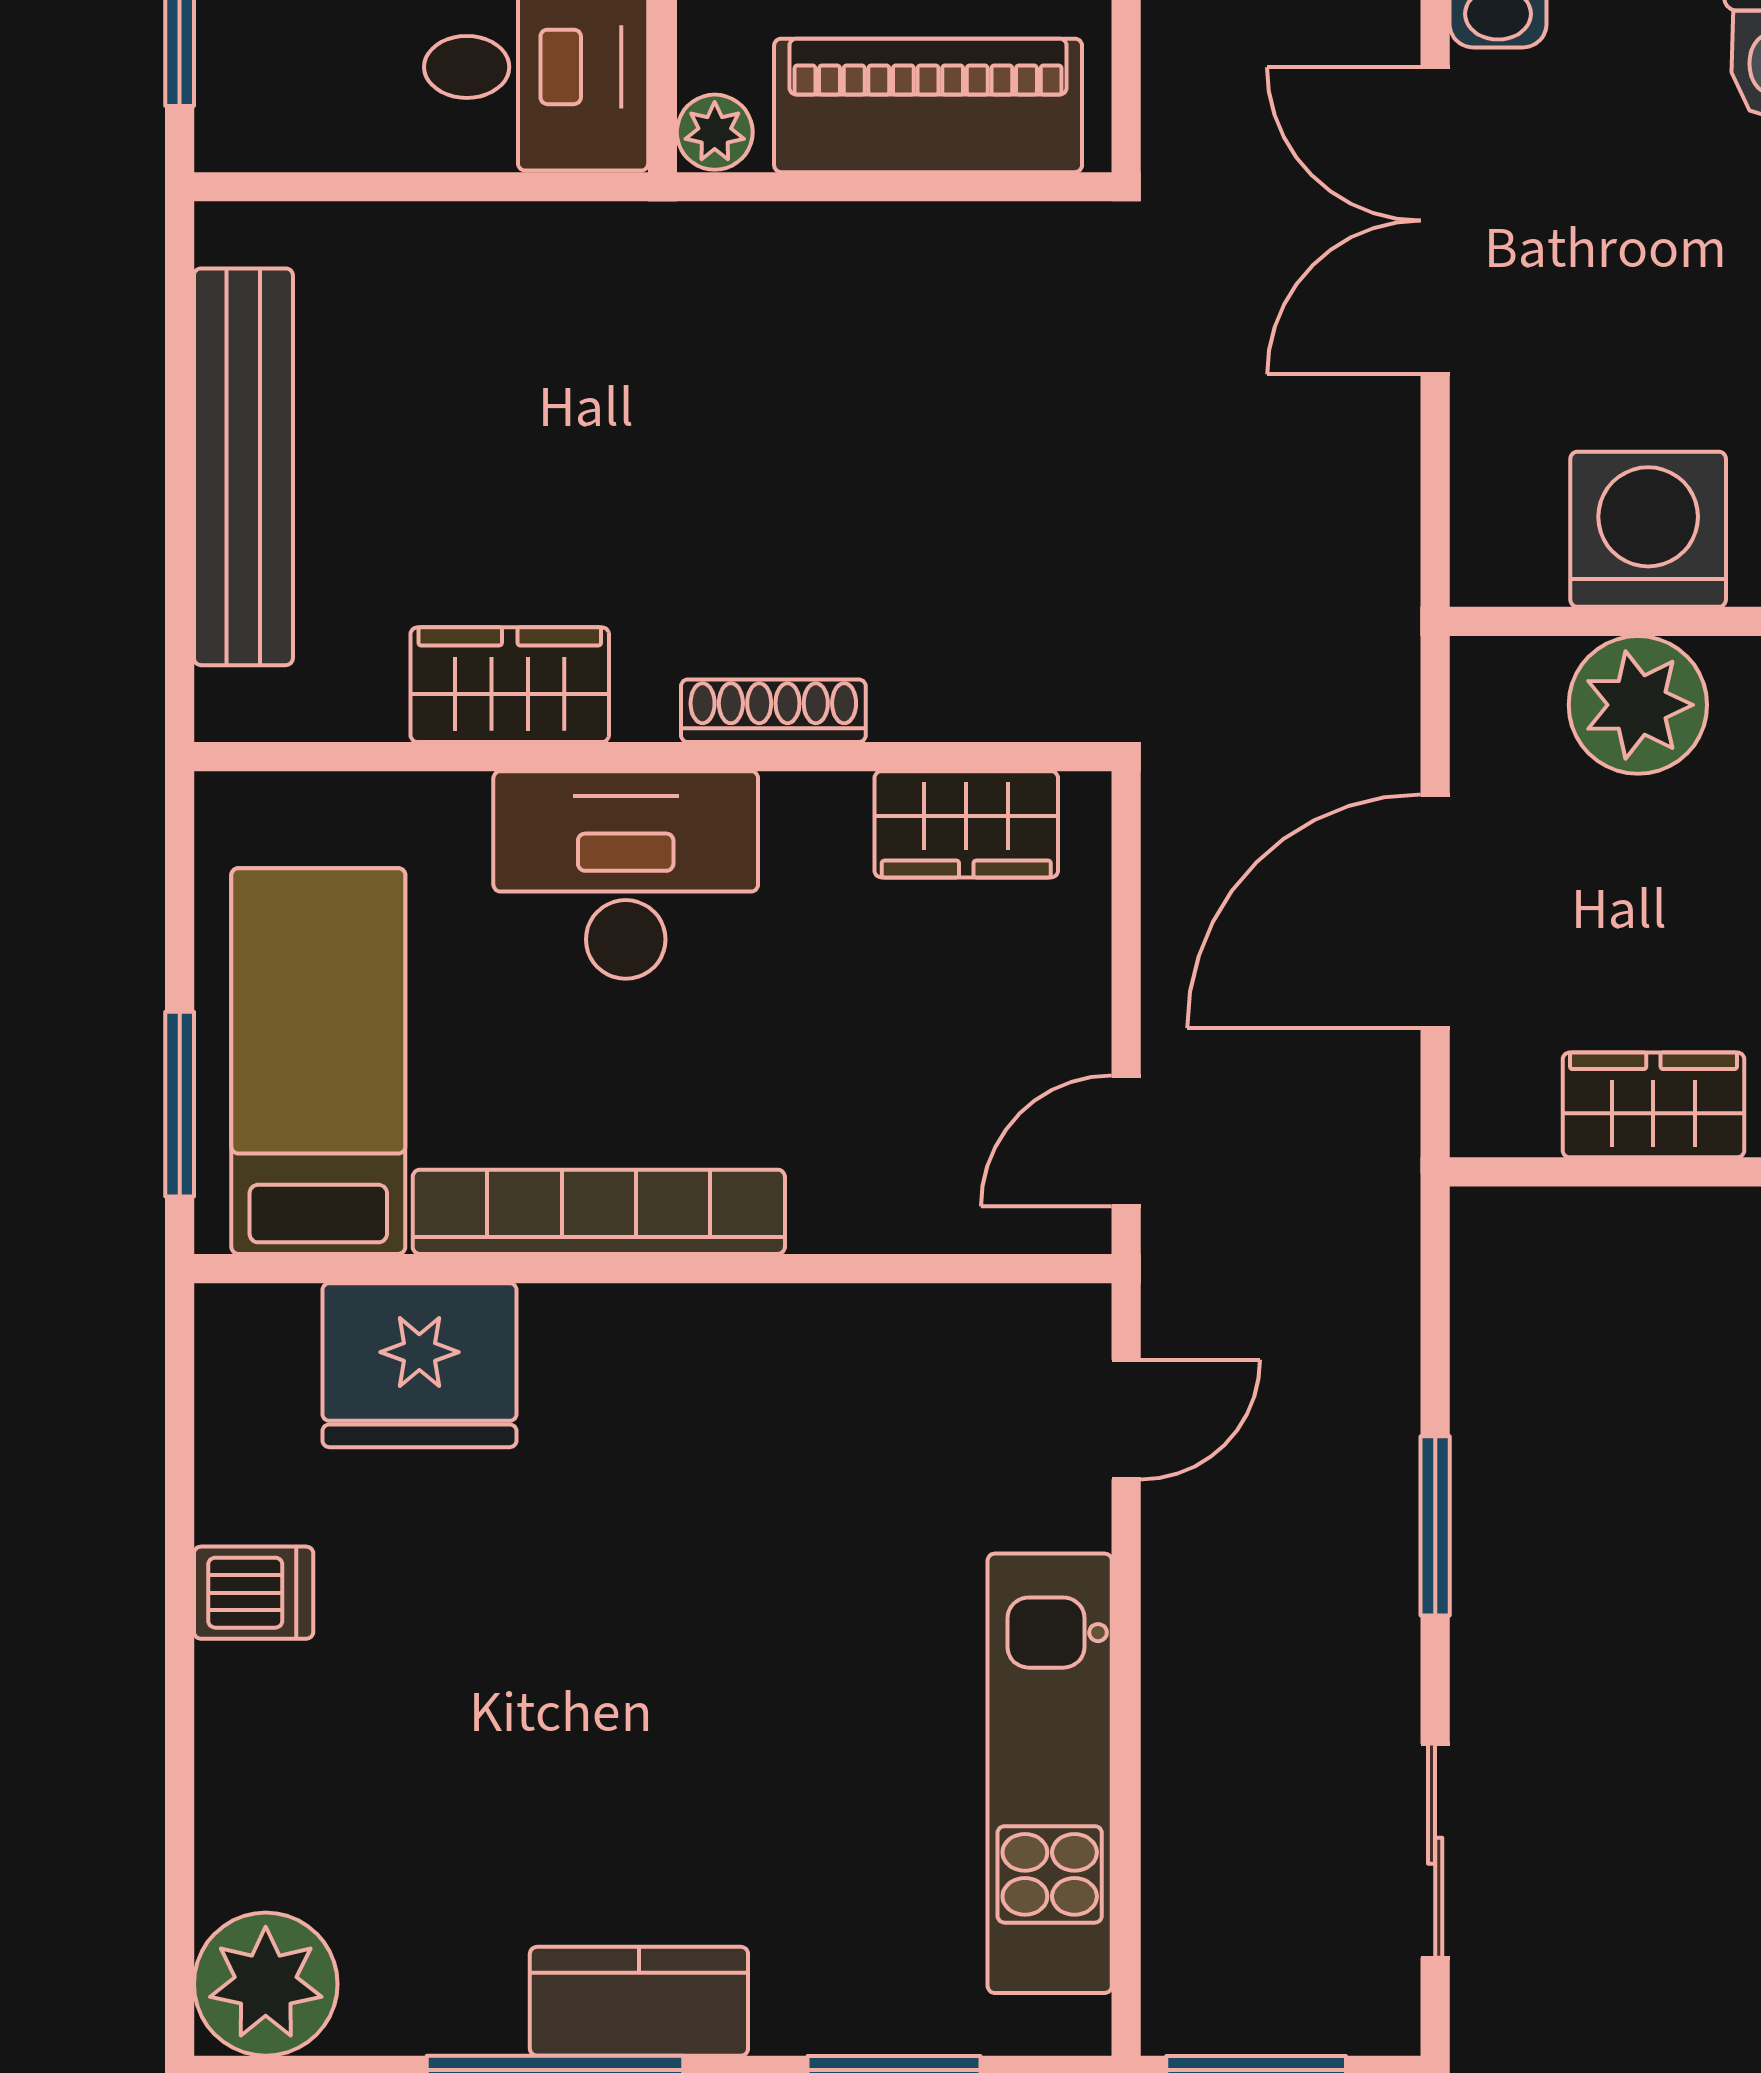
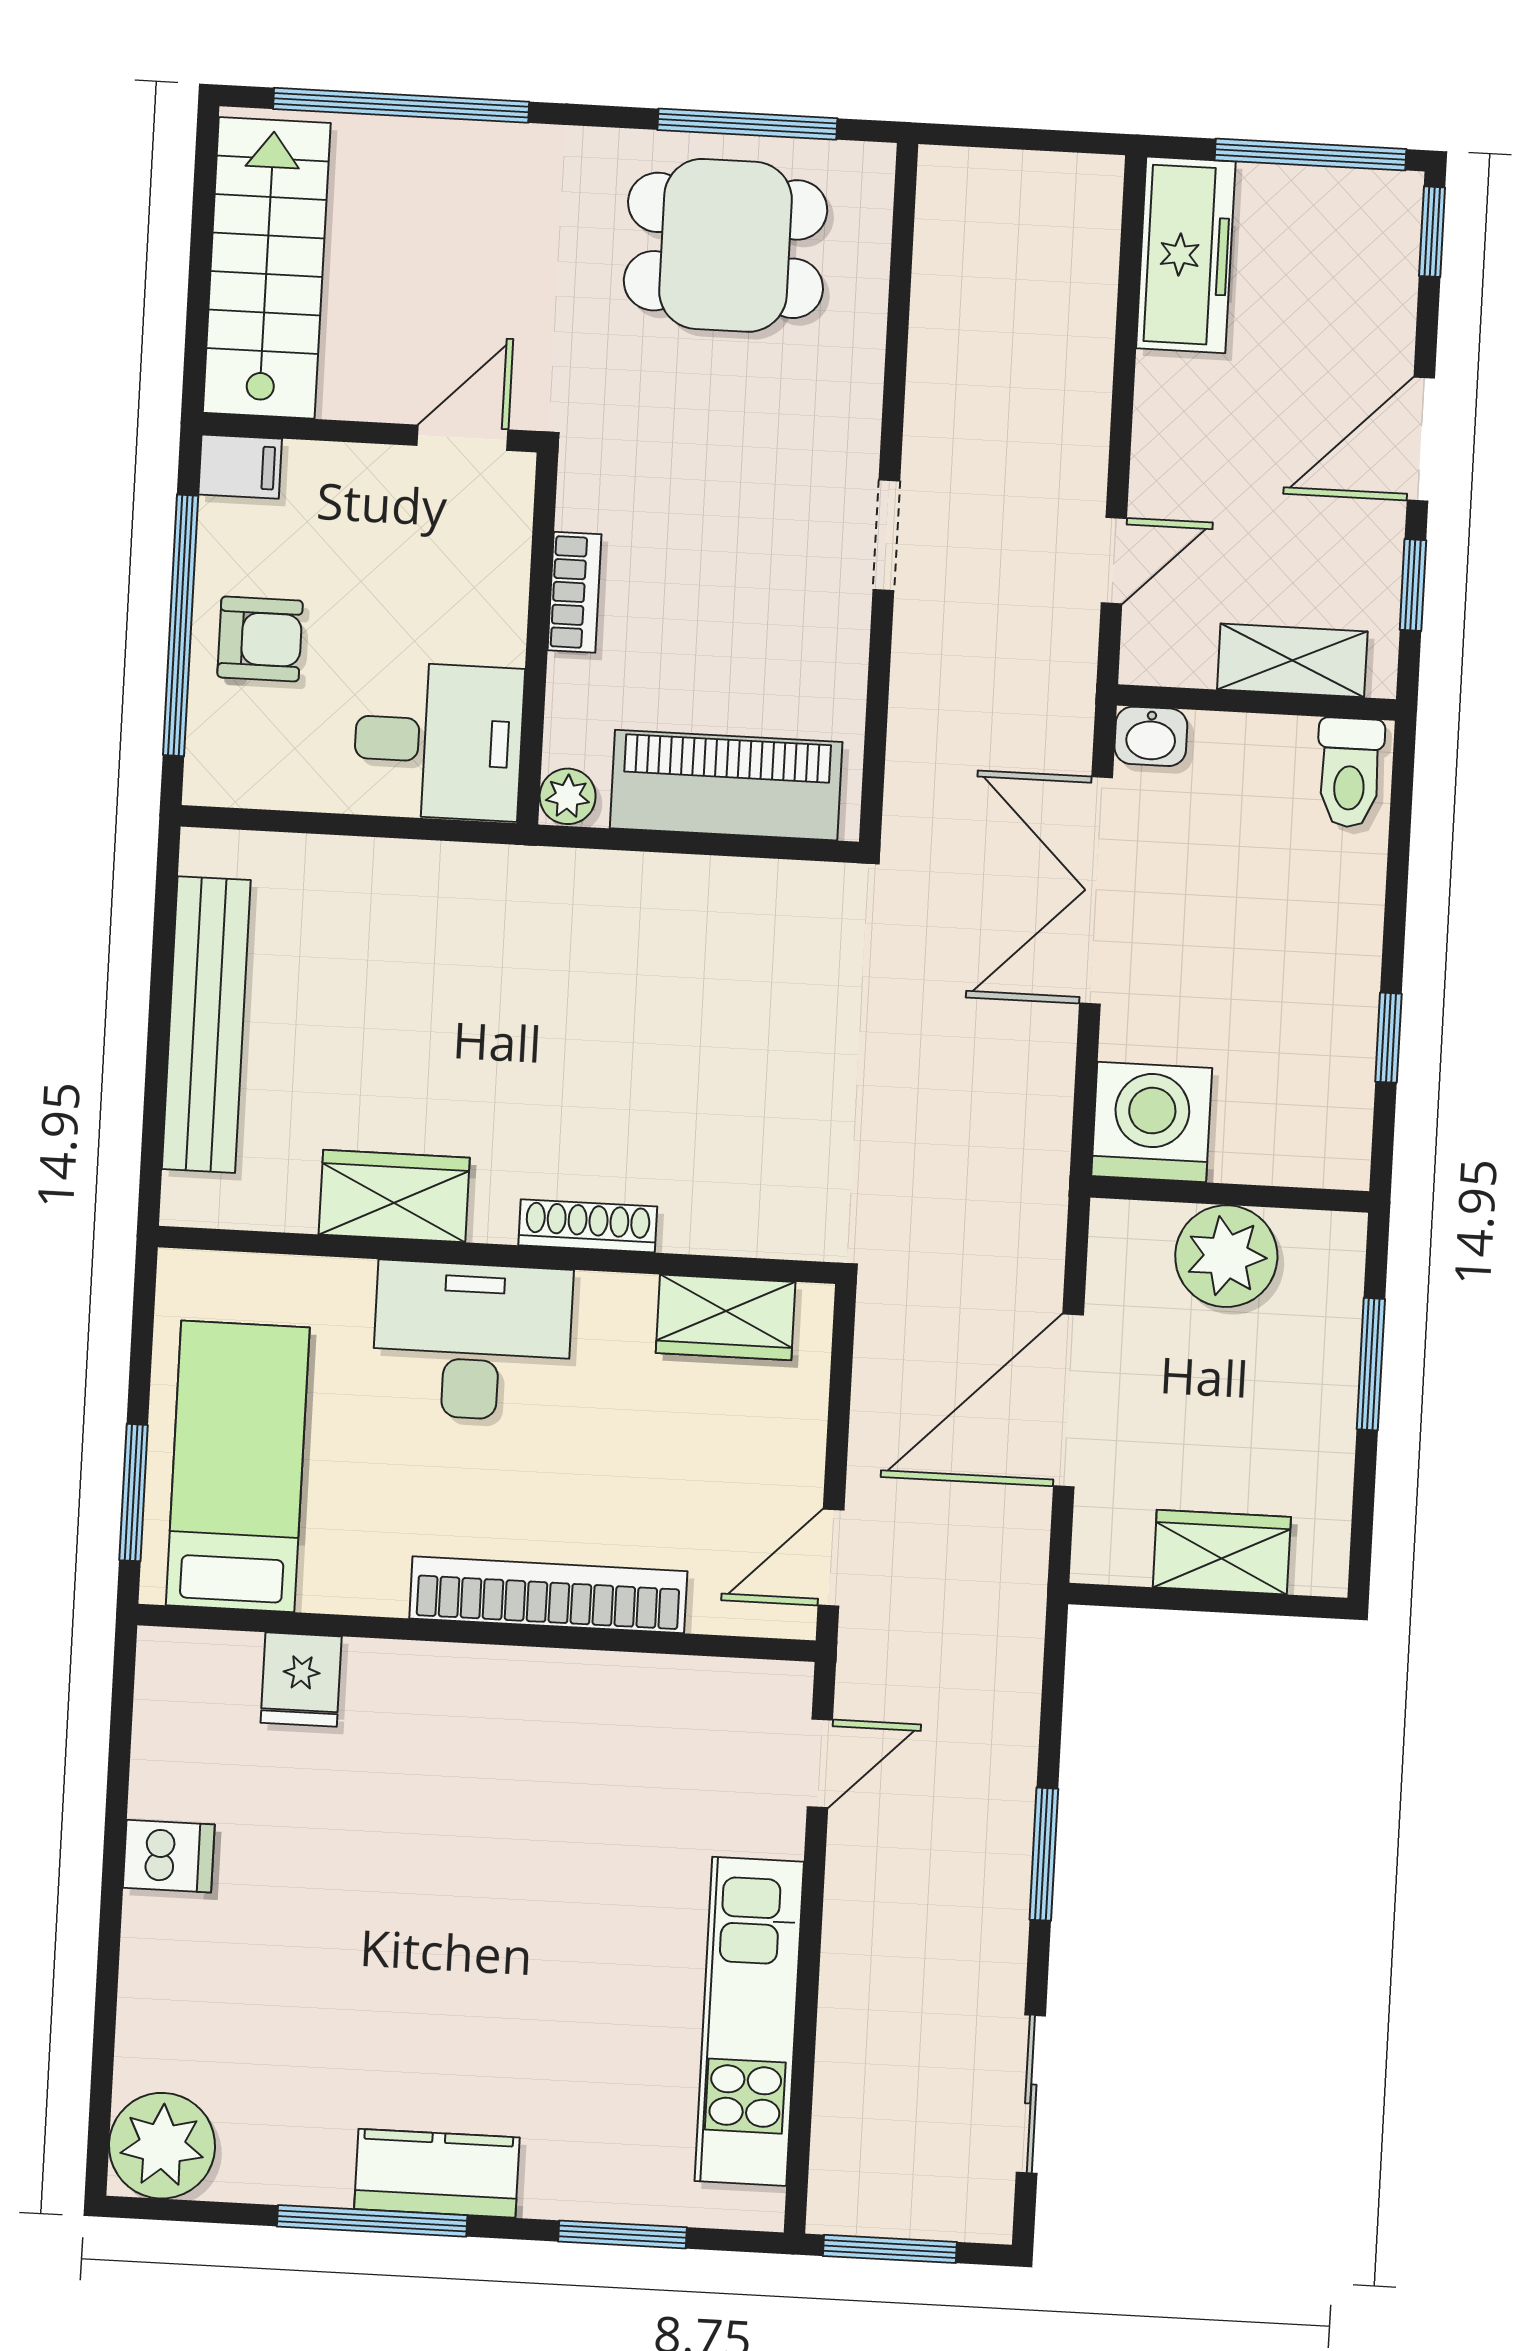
washing machine: (1648, 529) -> (1152, 1122), moved
bookcase: (599, 1212) -> (548, 1595), moved
fridge: (419, 1365) -> (301, 1680), width x0.53, depth x0.75

